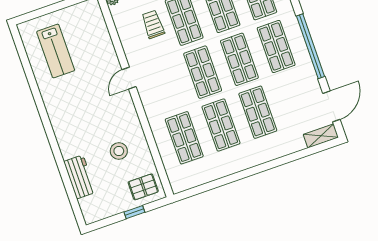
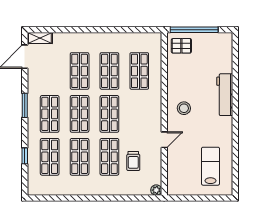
window: (311, 46) -> (25, 105), width x0.47
door: (129, 78) -> (164, 140), moved
stool: (119, 151) -> (184, 108), moved
workbench: (80, 177) -> (225, 95), moved, width x1.38
window: (134, 212) -> (194, 30), width x3.17

